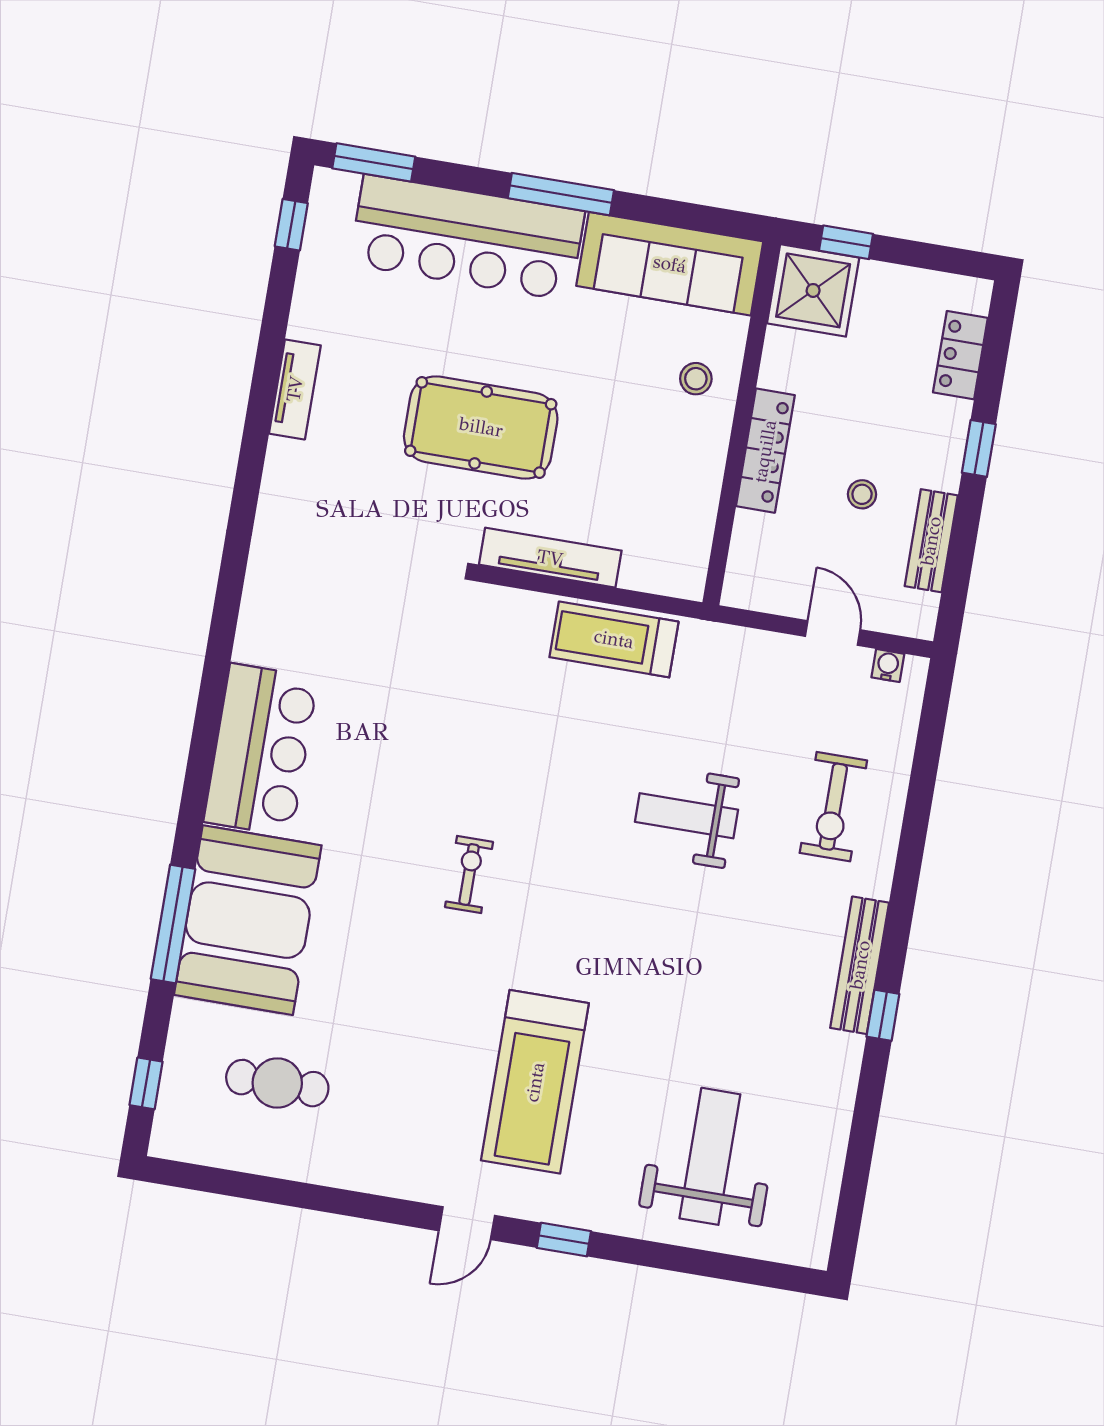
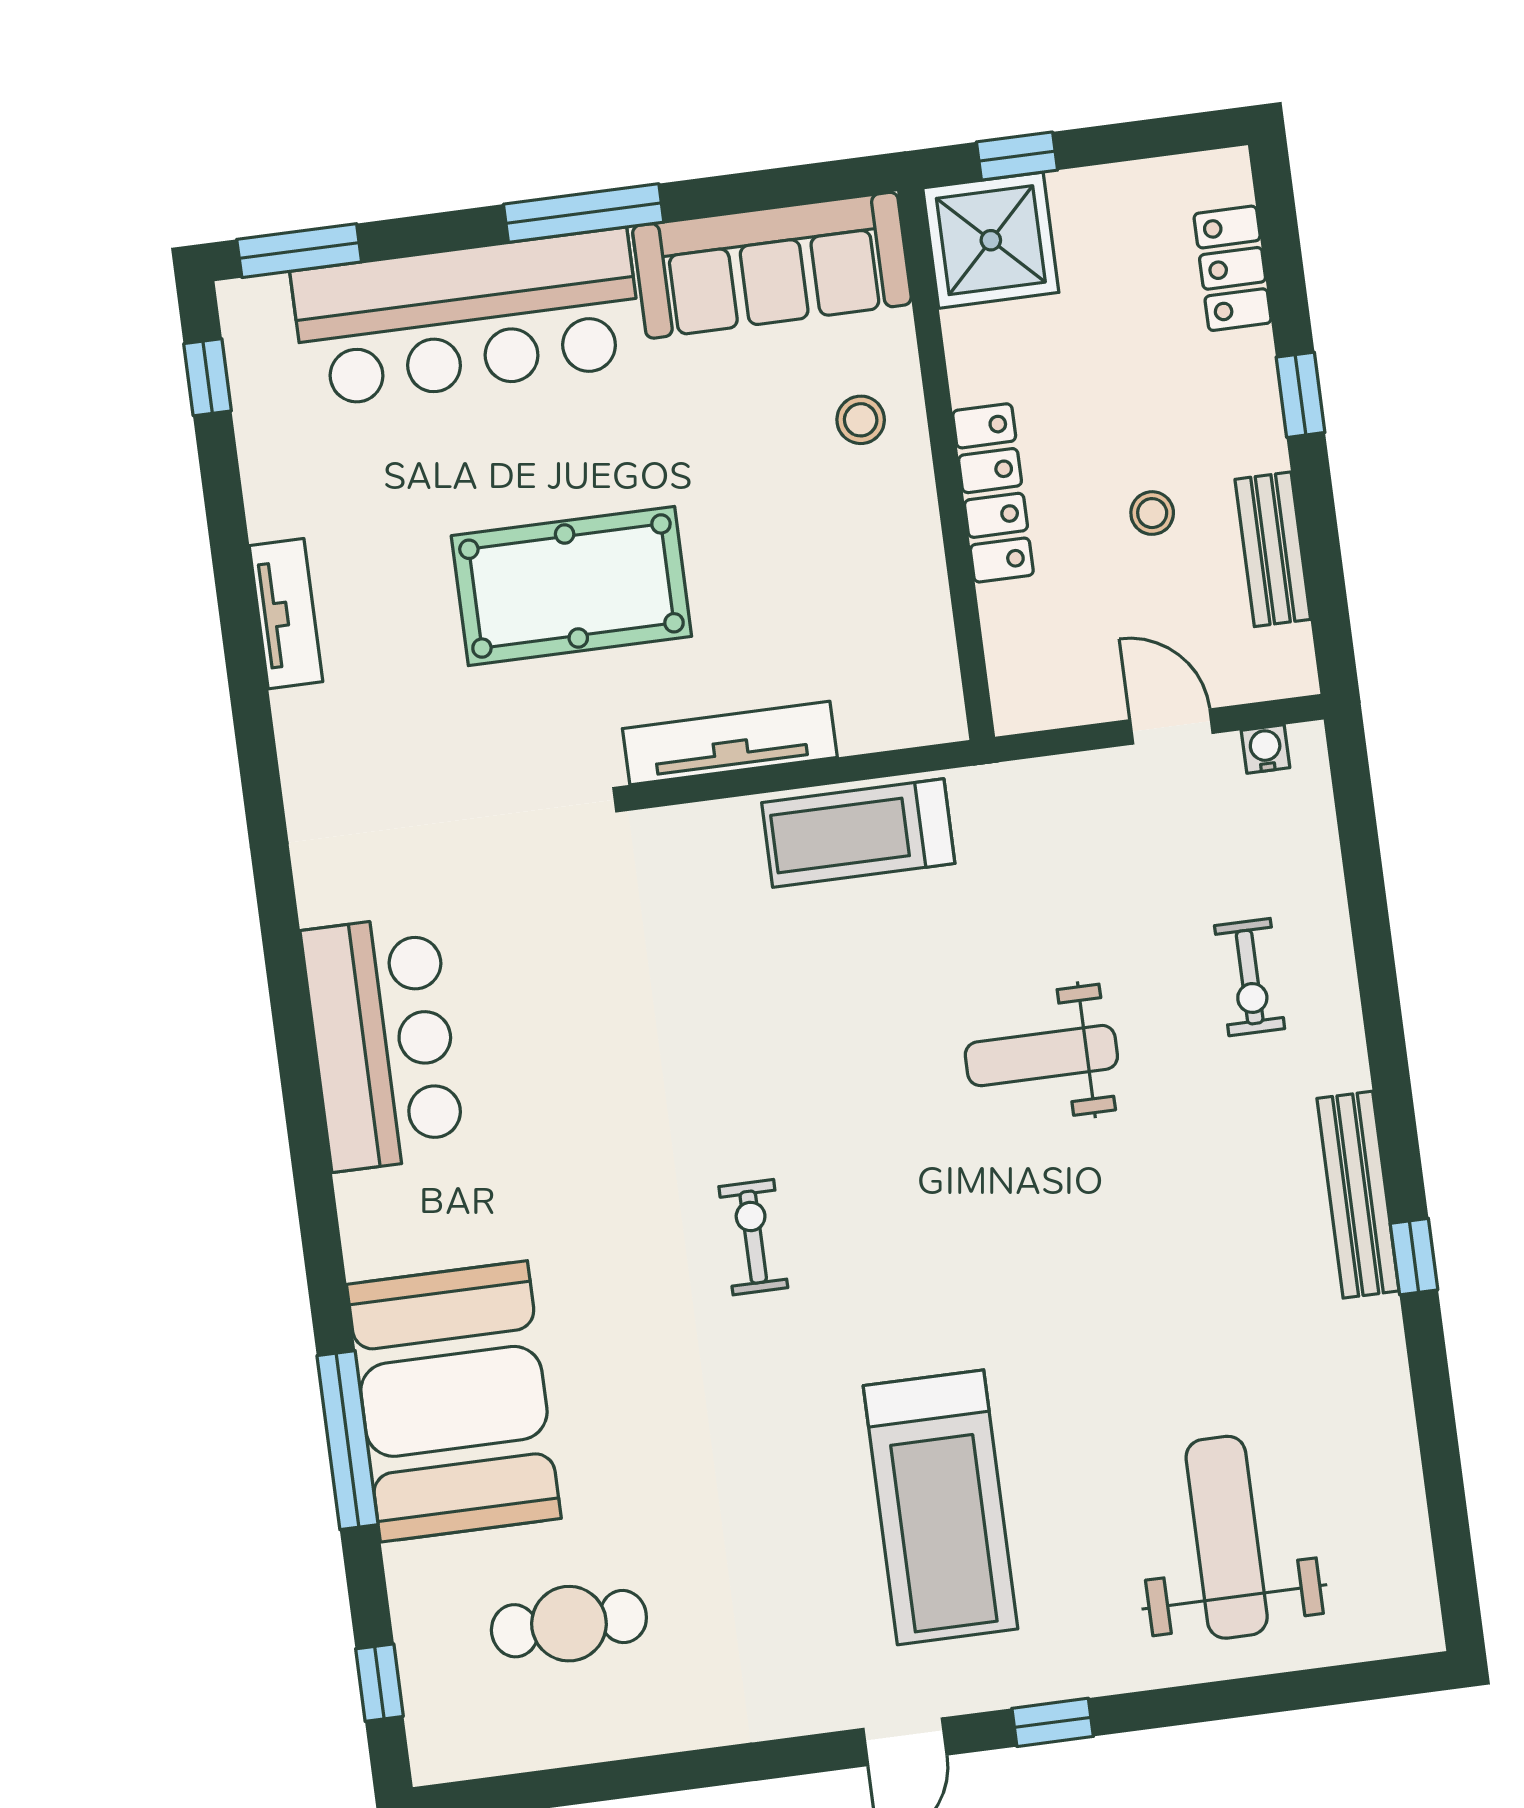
bar counter: (261, 750) -> (383, 1043), moved
exercise bike: (833, 807) -> (1250, 977), width x0.73, depth x0.72

